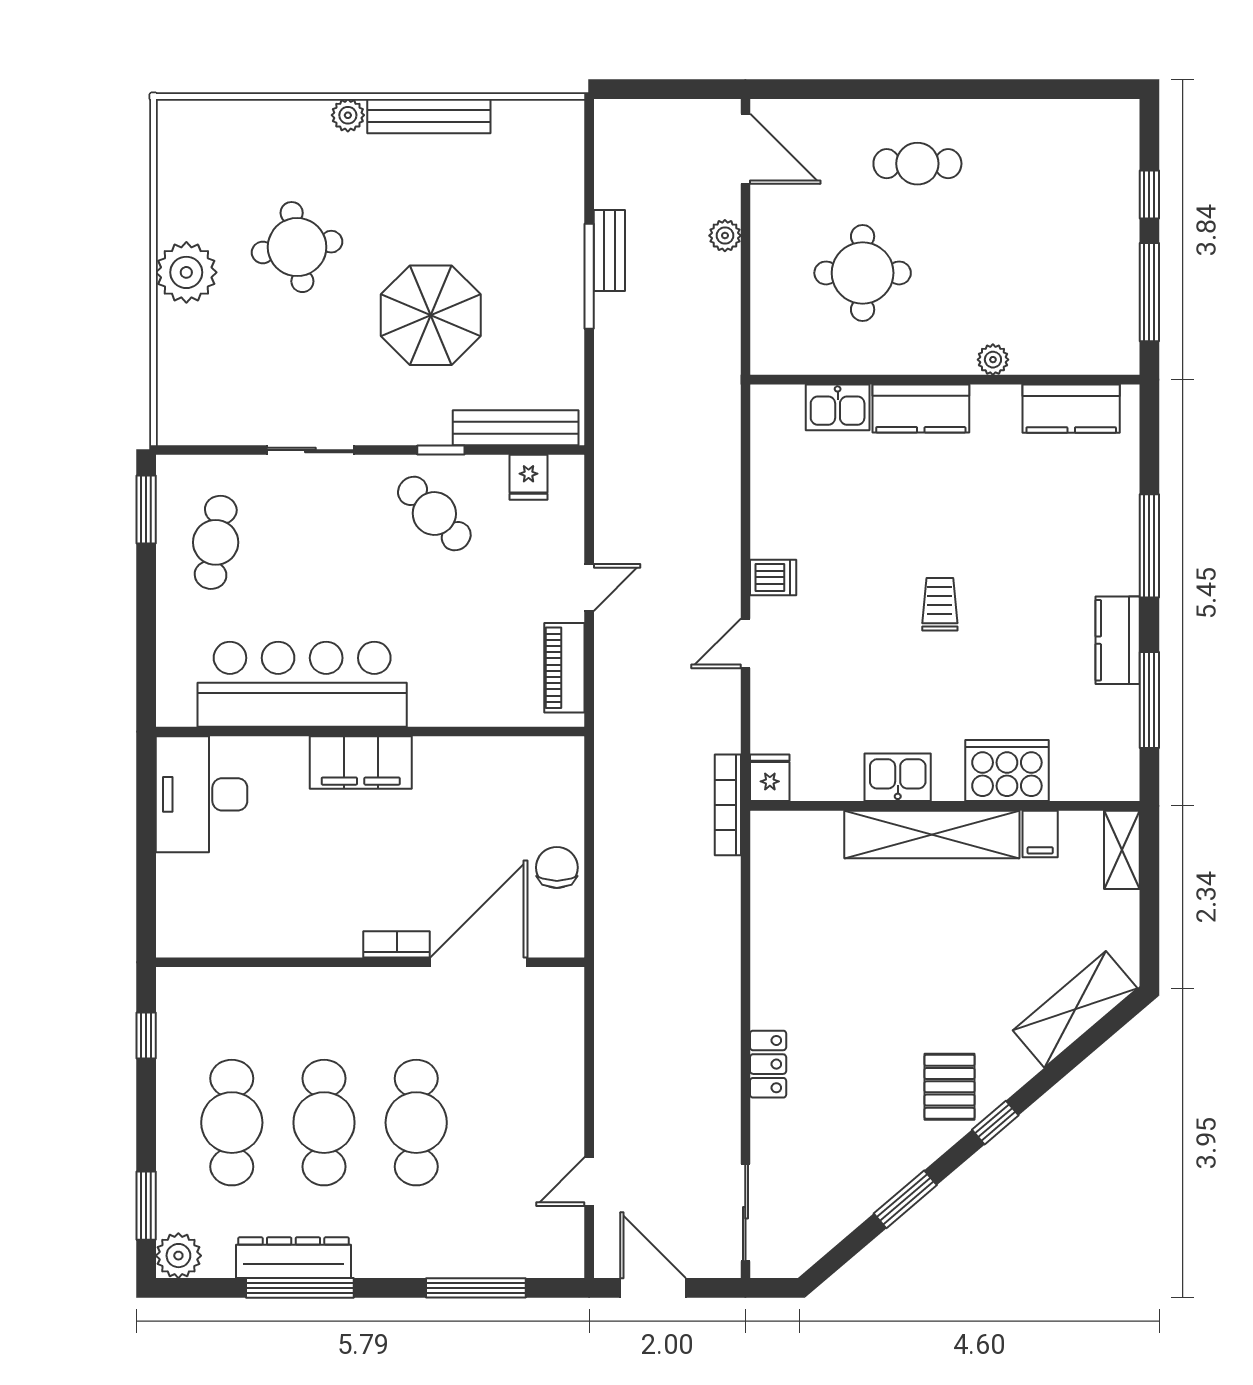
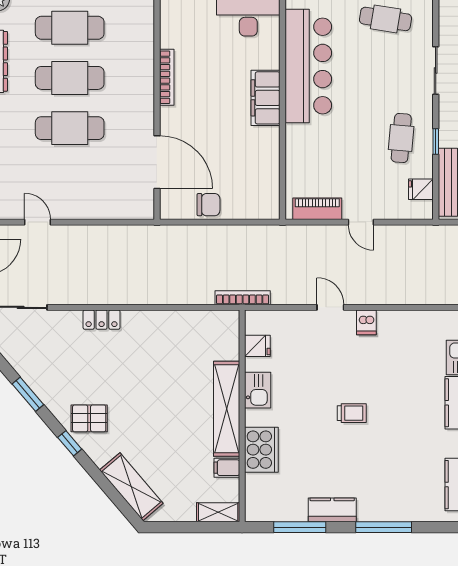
cafe table: (434, 514) -> (401, 138), turned -41
fridge: (770, 778) -> (257, 346), moved
bookcase: (397, 944) -> (167, 77), moved, width x1.56

